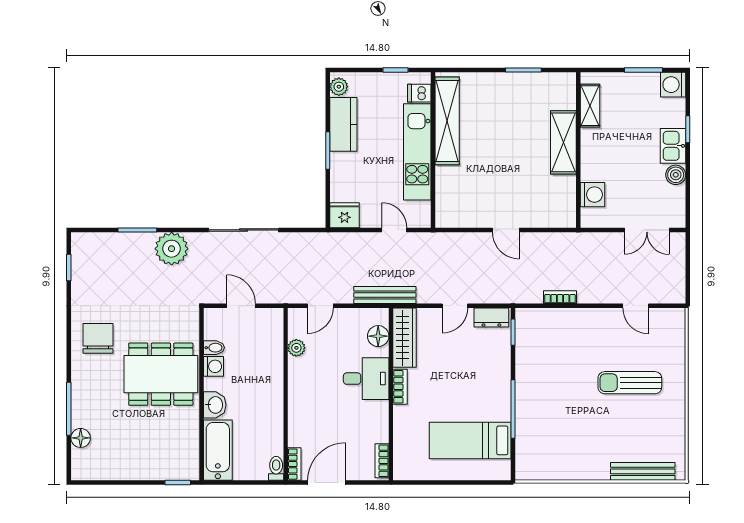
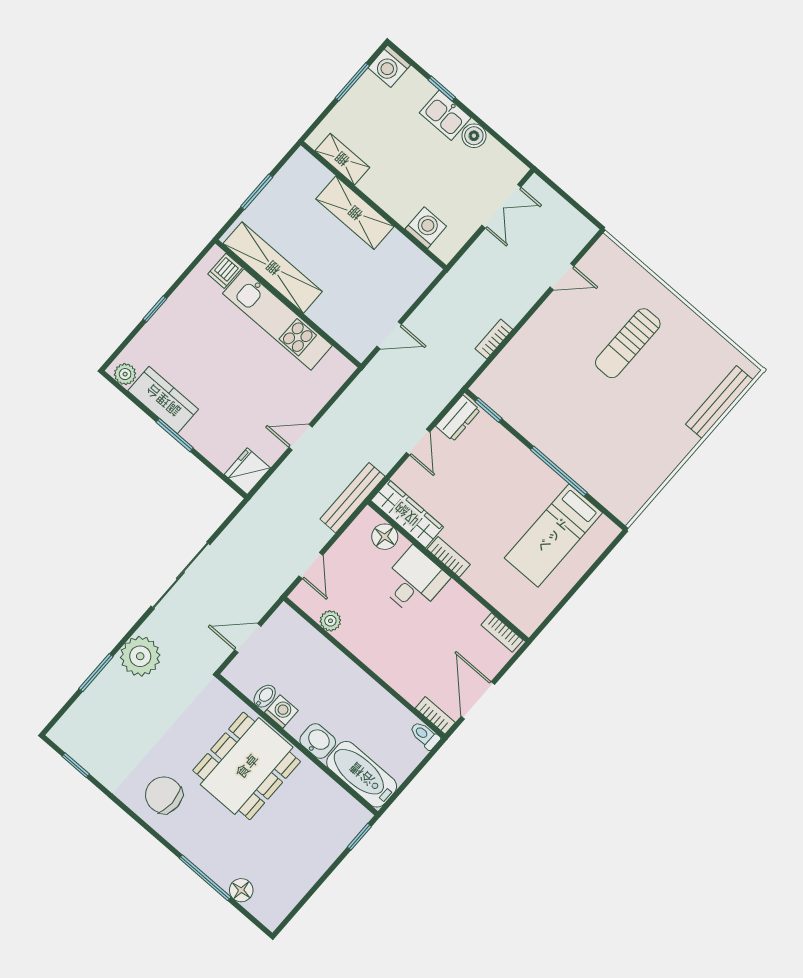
dishwasher: (419, 93) -> (225, 271), moved
shelving: (447, 121) -> (273, 268), moved
wall: (433, 150) -> (288, 304), moved
kitchen unit: (417, 152) -> (277, 320), moved

